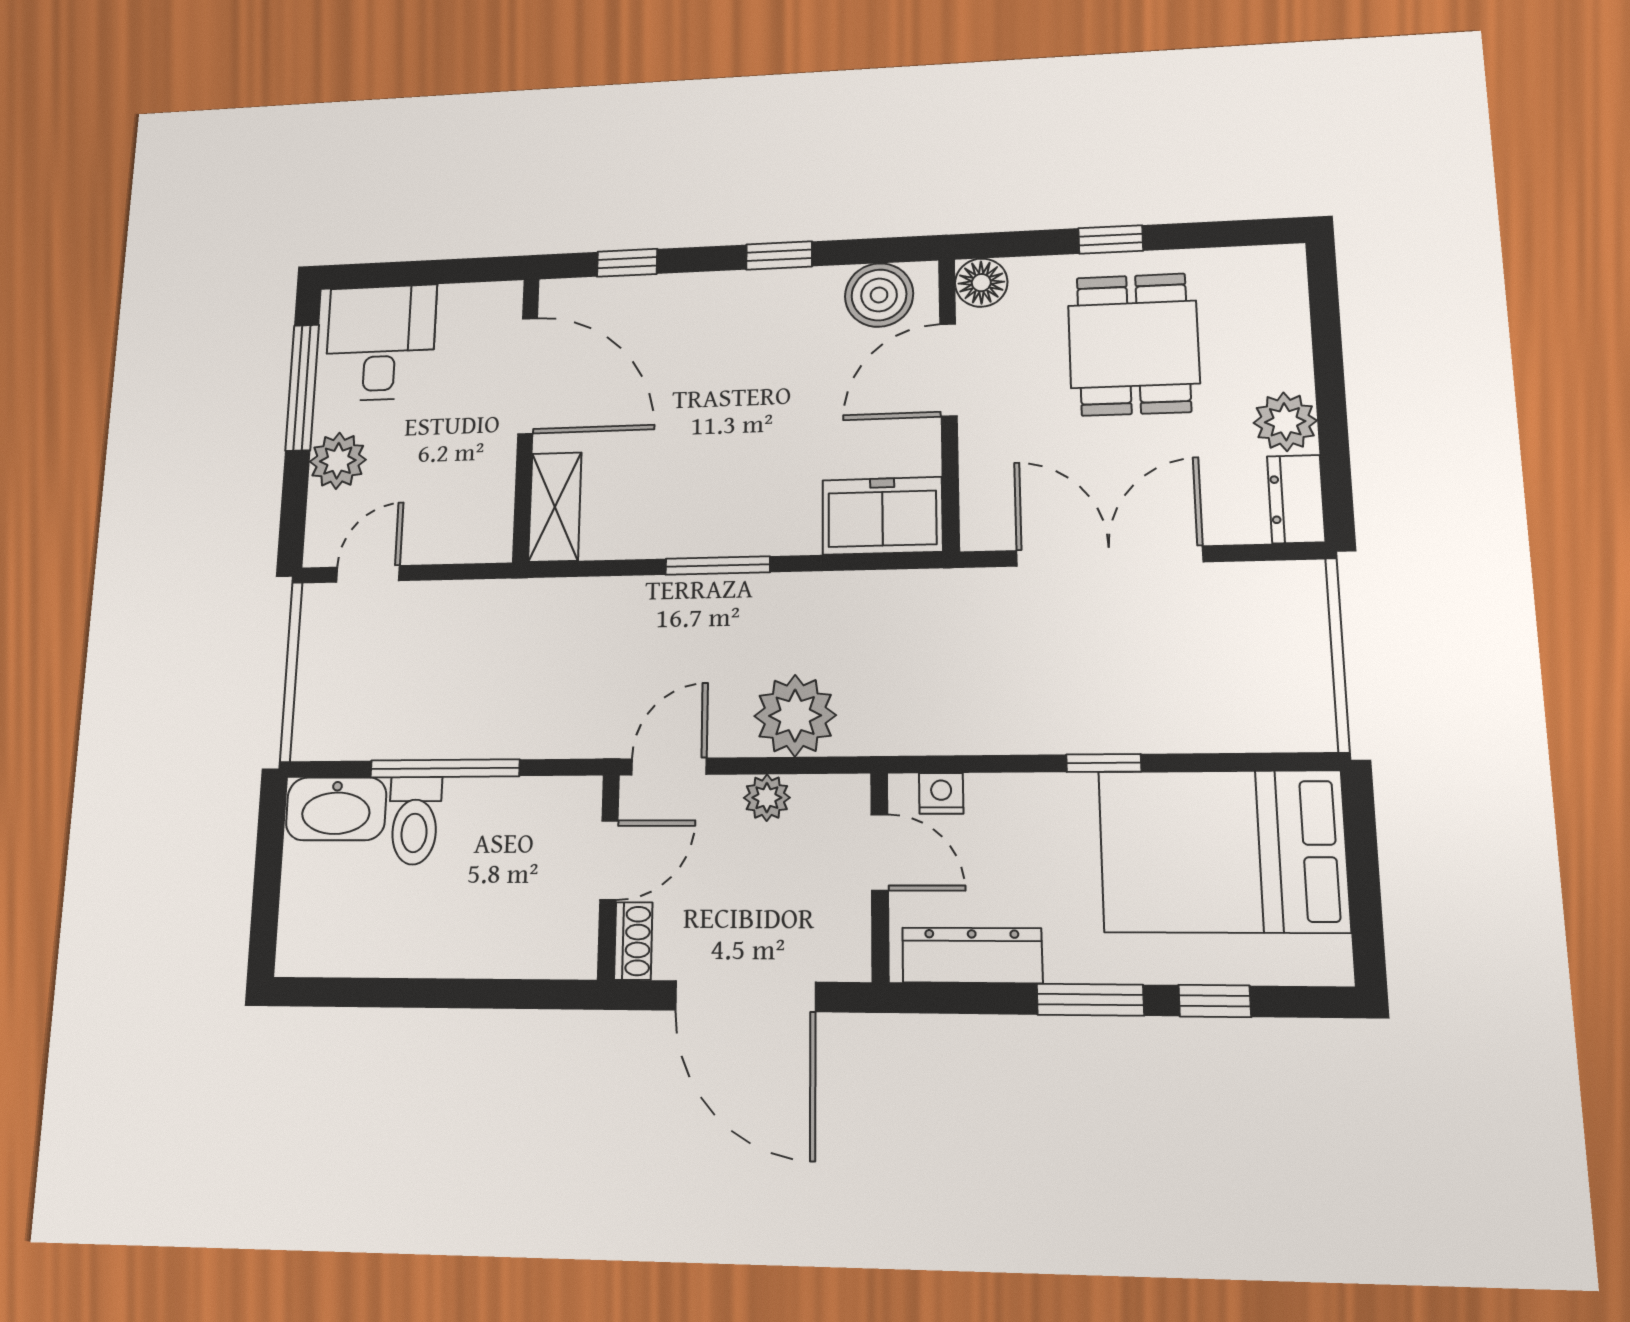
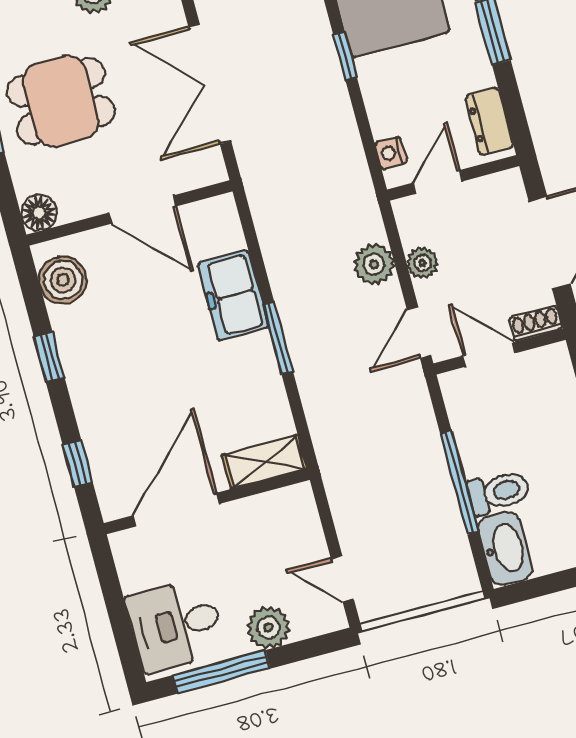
door: (948, 370) -> (143, 210), moved
freezer: (882, 516) -> (233, 295), moved
plant: (795, 716) -> (374, 264), width x0.73, depth x0.73
door: (669, 766) -> (419, 332), hinge flipped
dresser: (972, 955) -> (489, 121), width x0.70

